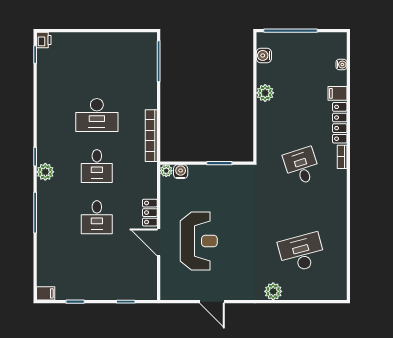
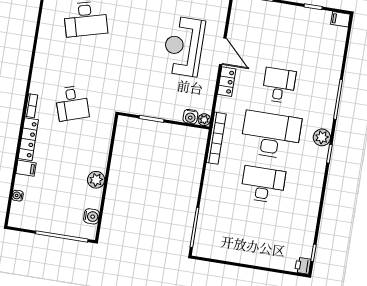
bookcase: (151, 136) -> (216, 138), moved
desk: (97, 166) -> (271, 135), width x1.87, depth x1.30

